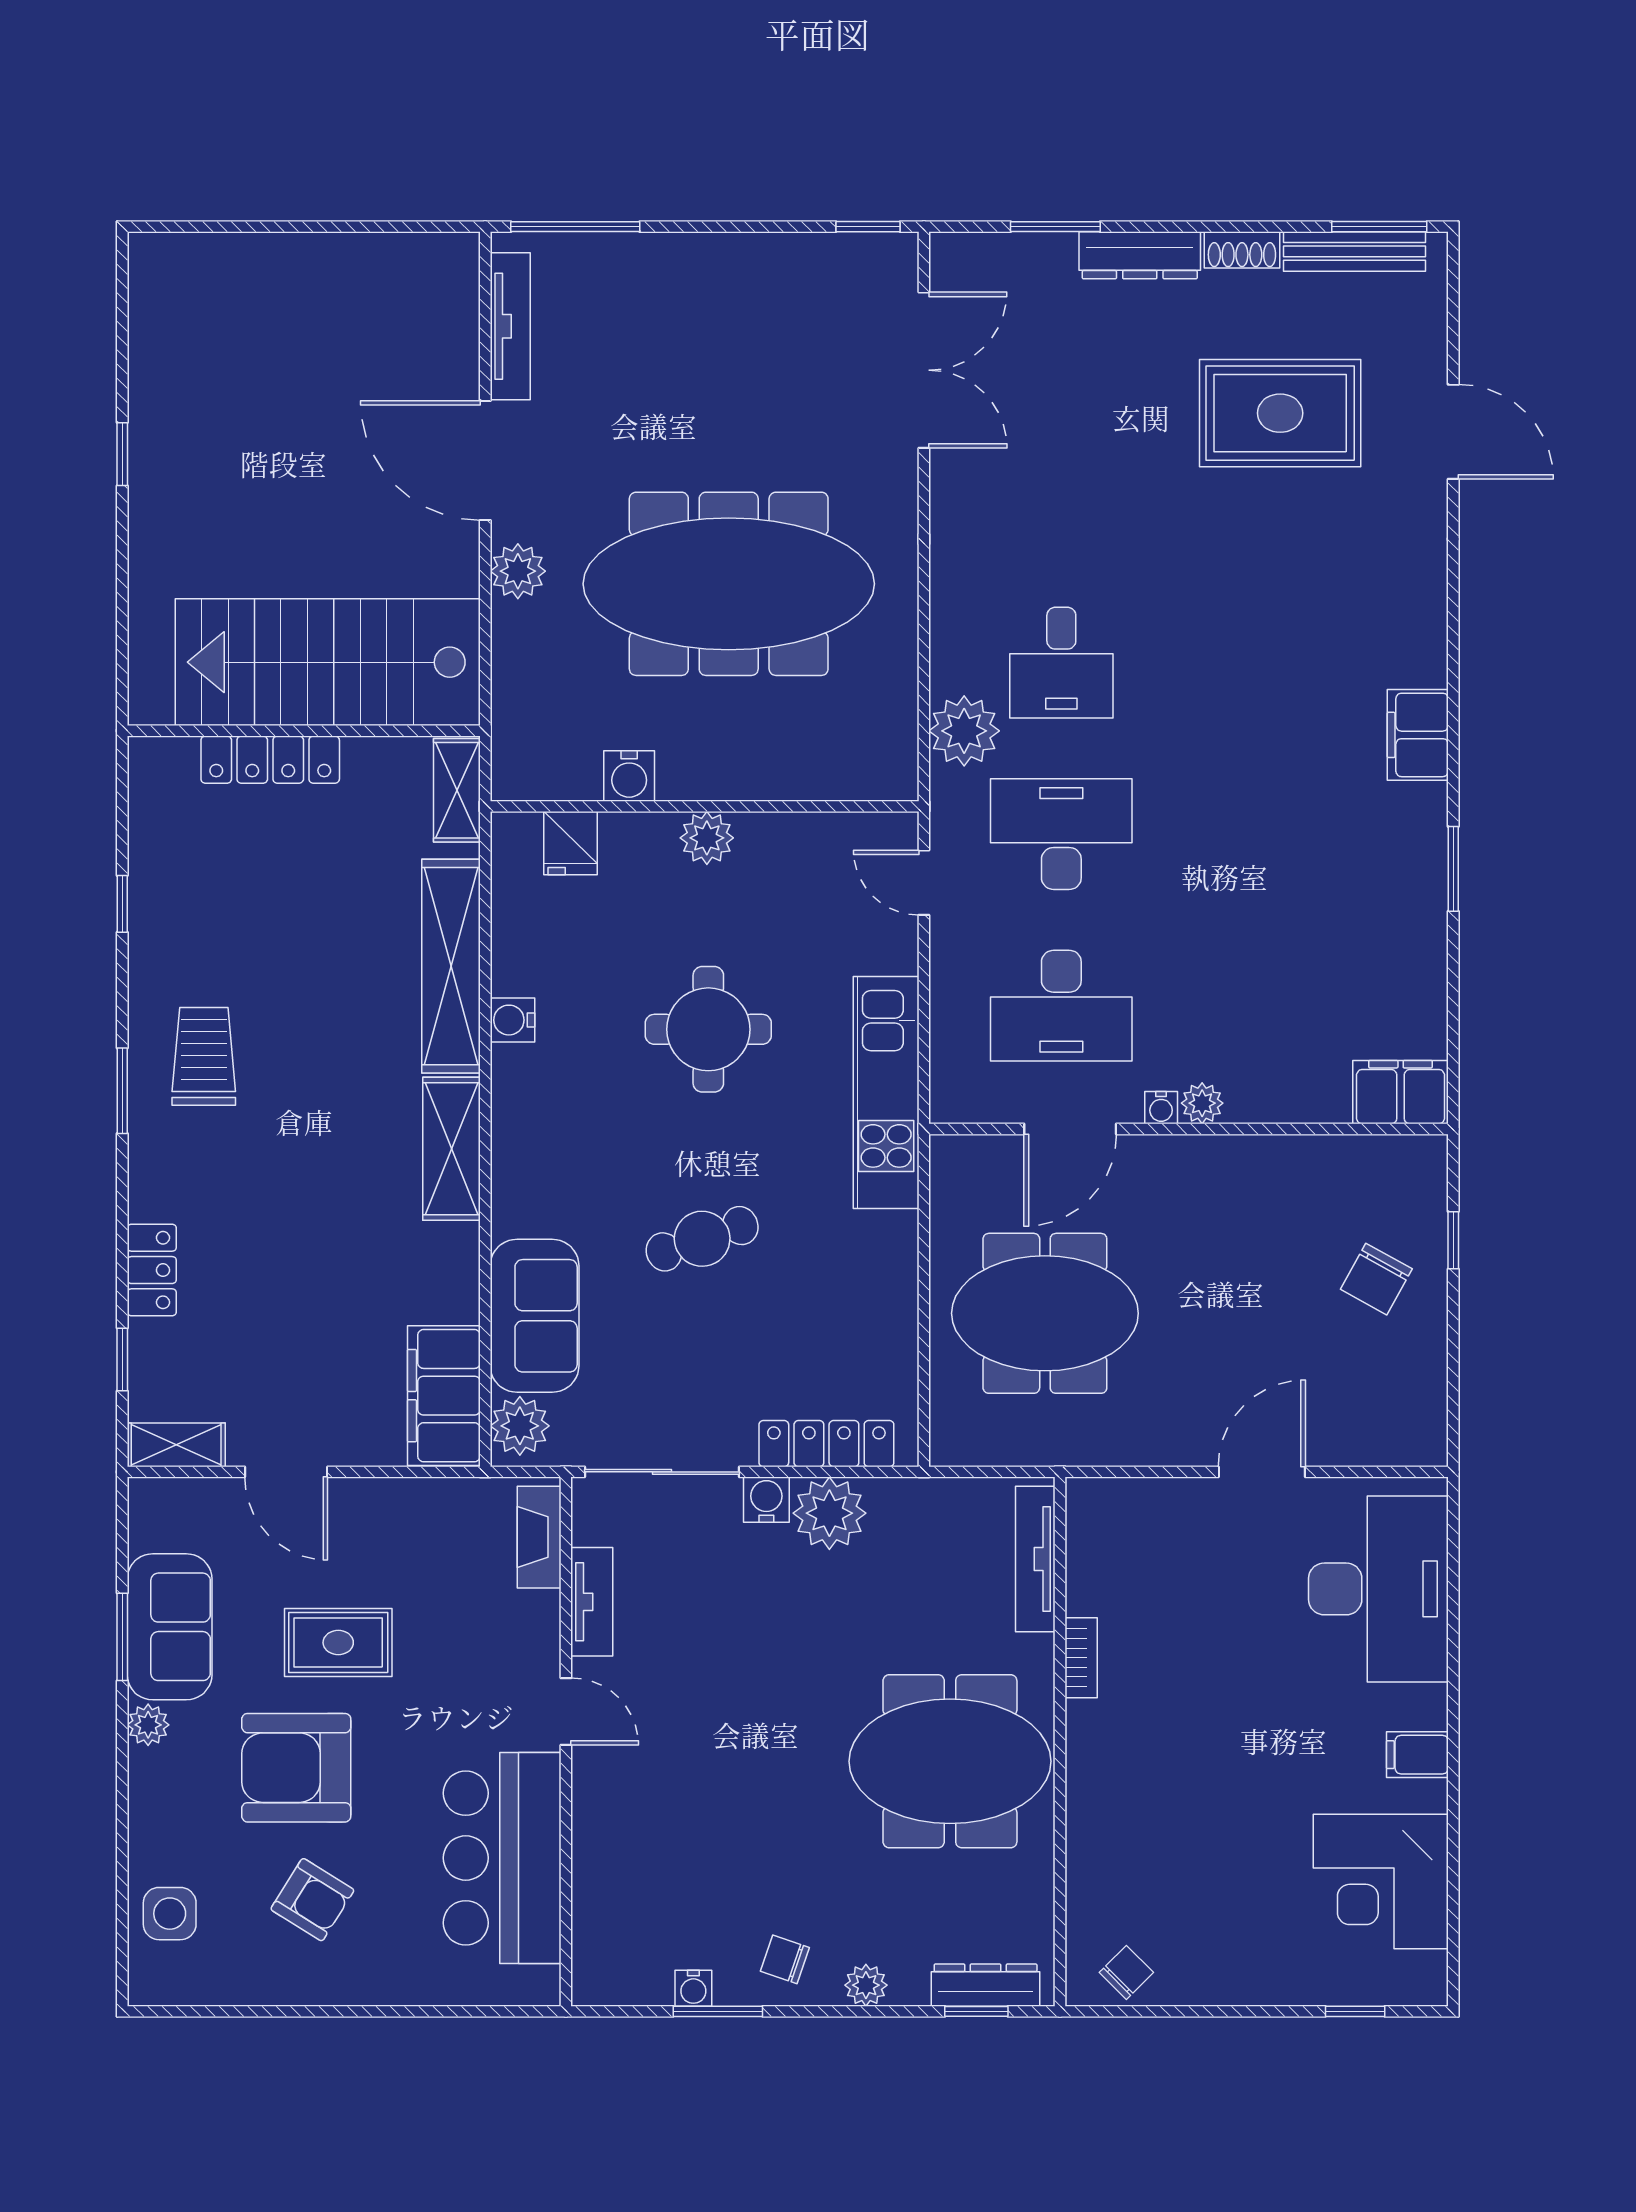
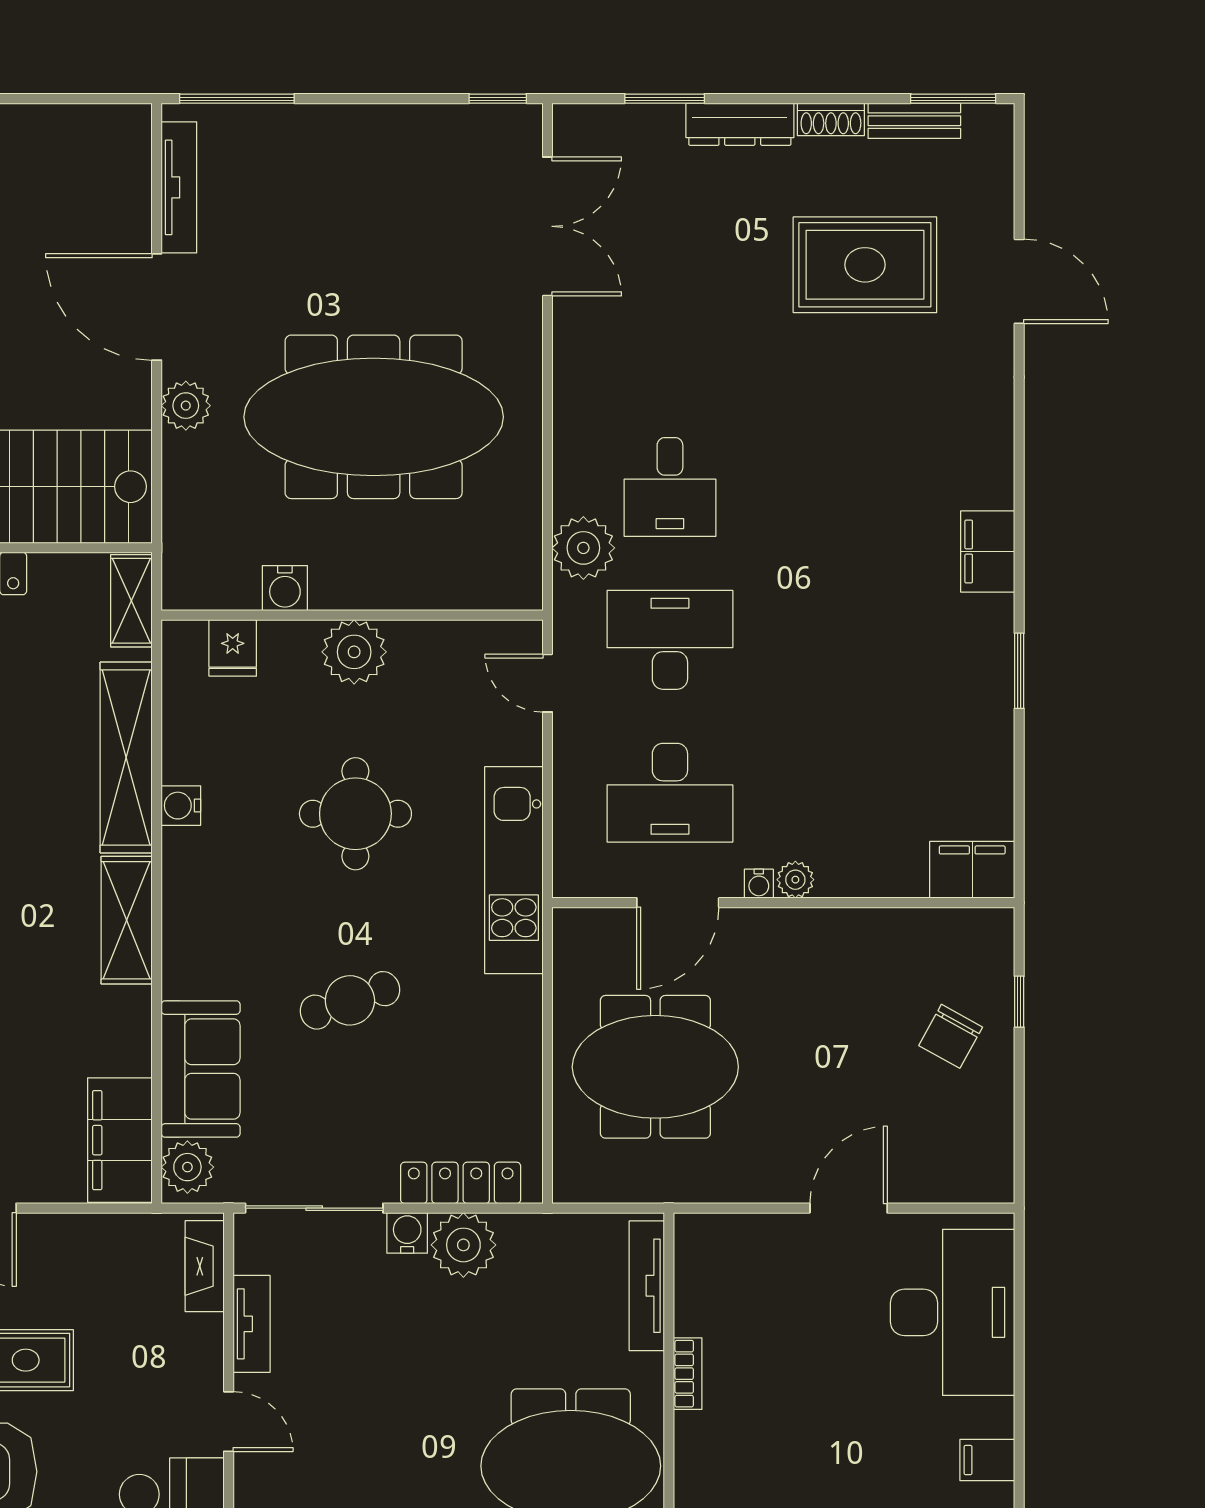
bench: (1354, 251) -> (914, 121), width x0.73
plant: (707, 838) -> (354, 652), width x1.36, depth x1.36

